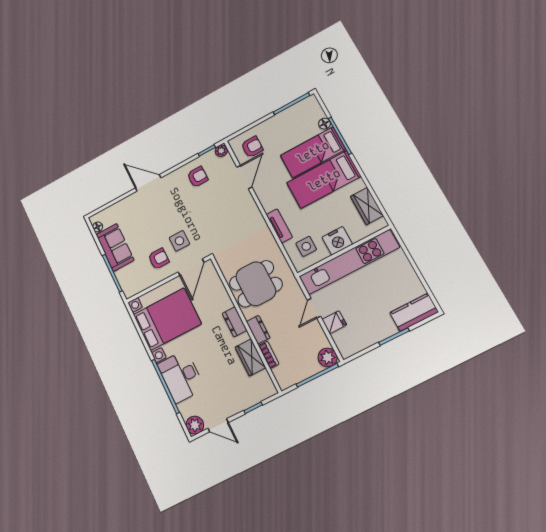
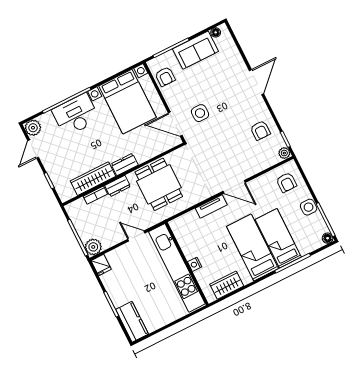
floor lamp: (325, 124) -> (328, 238), moved
door: (244, 177) -> (234, 187), moved
nightstand: (337, 241) -> (195, 264), width x0.53, depth x0.56
side table: (306, 246) -> (309, 207), moved
armchair: (159, 259) -> (165, 77), moved
fridge: (334, 322) -> (101, 265), moved
wardrobe: (250, 357) -> (93, 179), width x1.50

